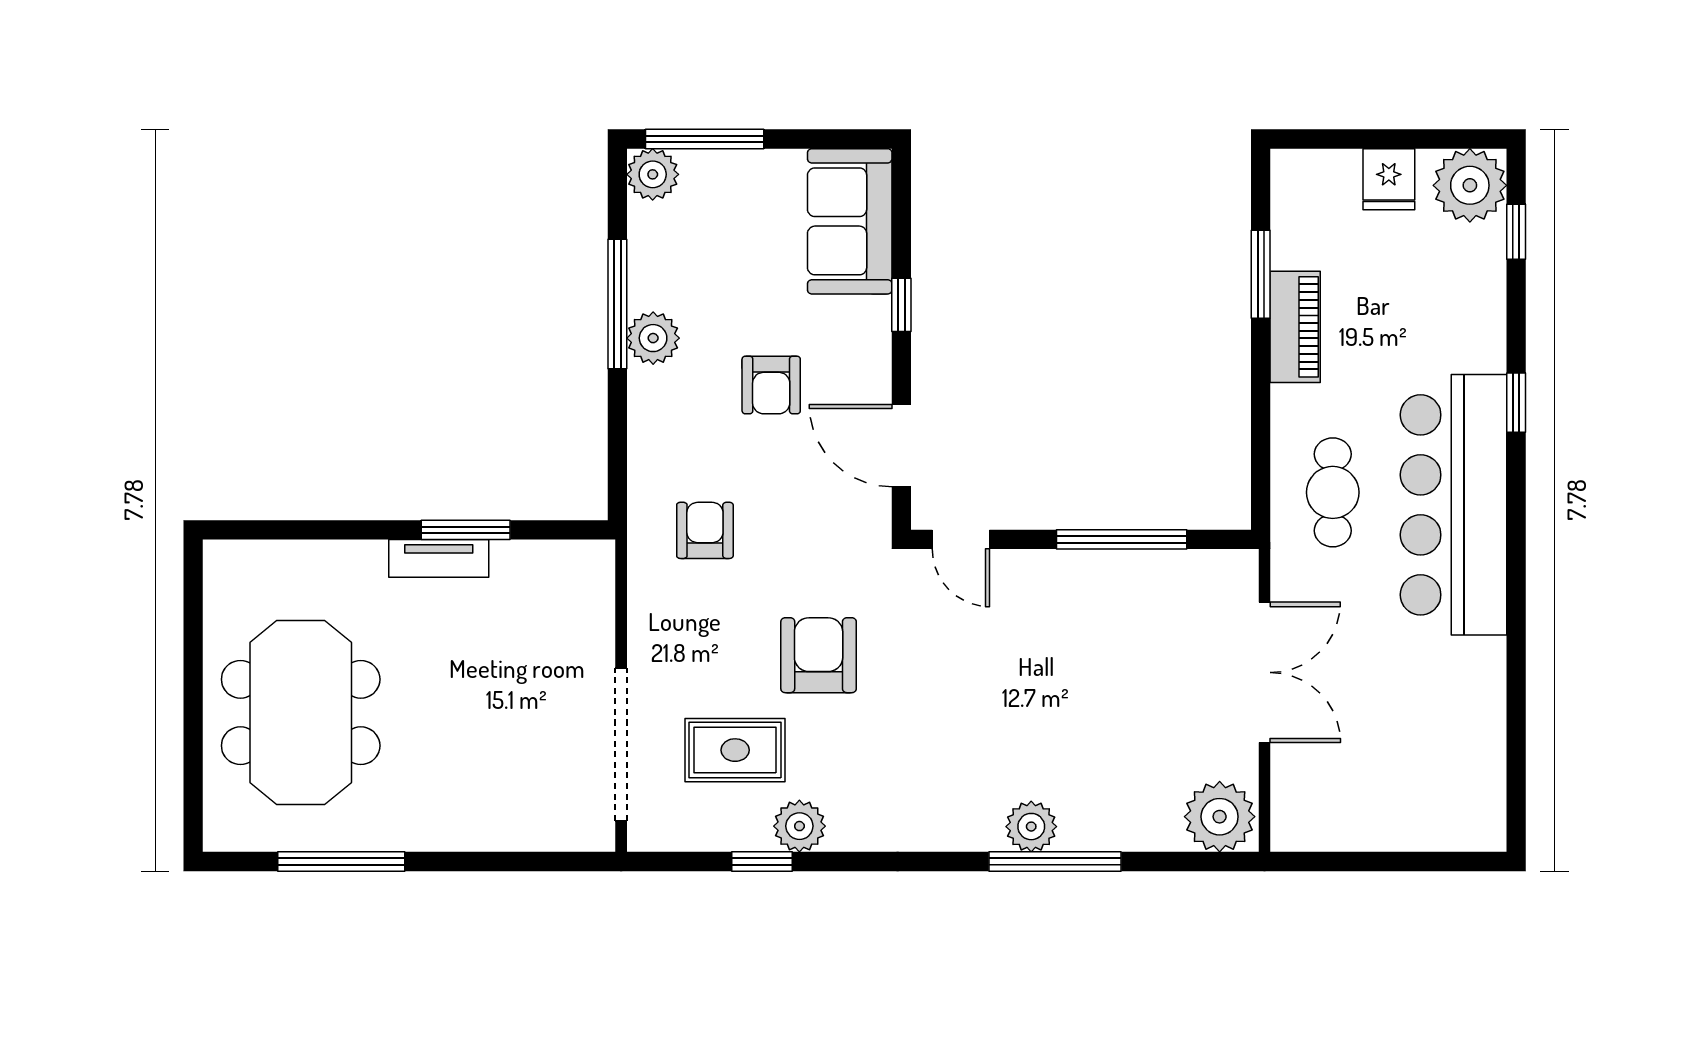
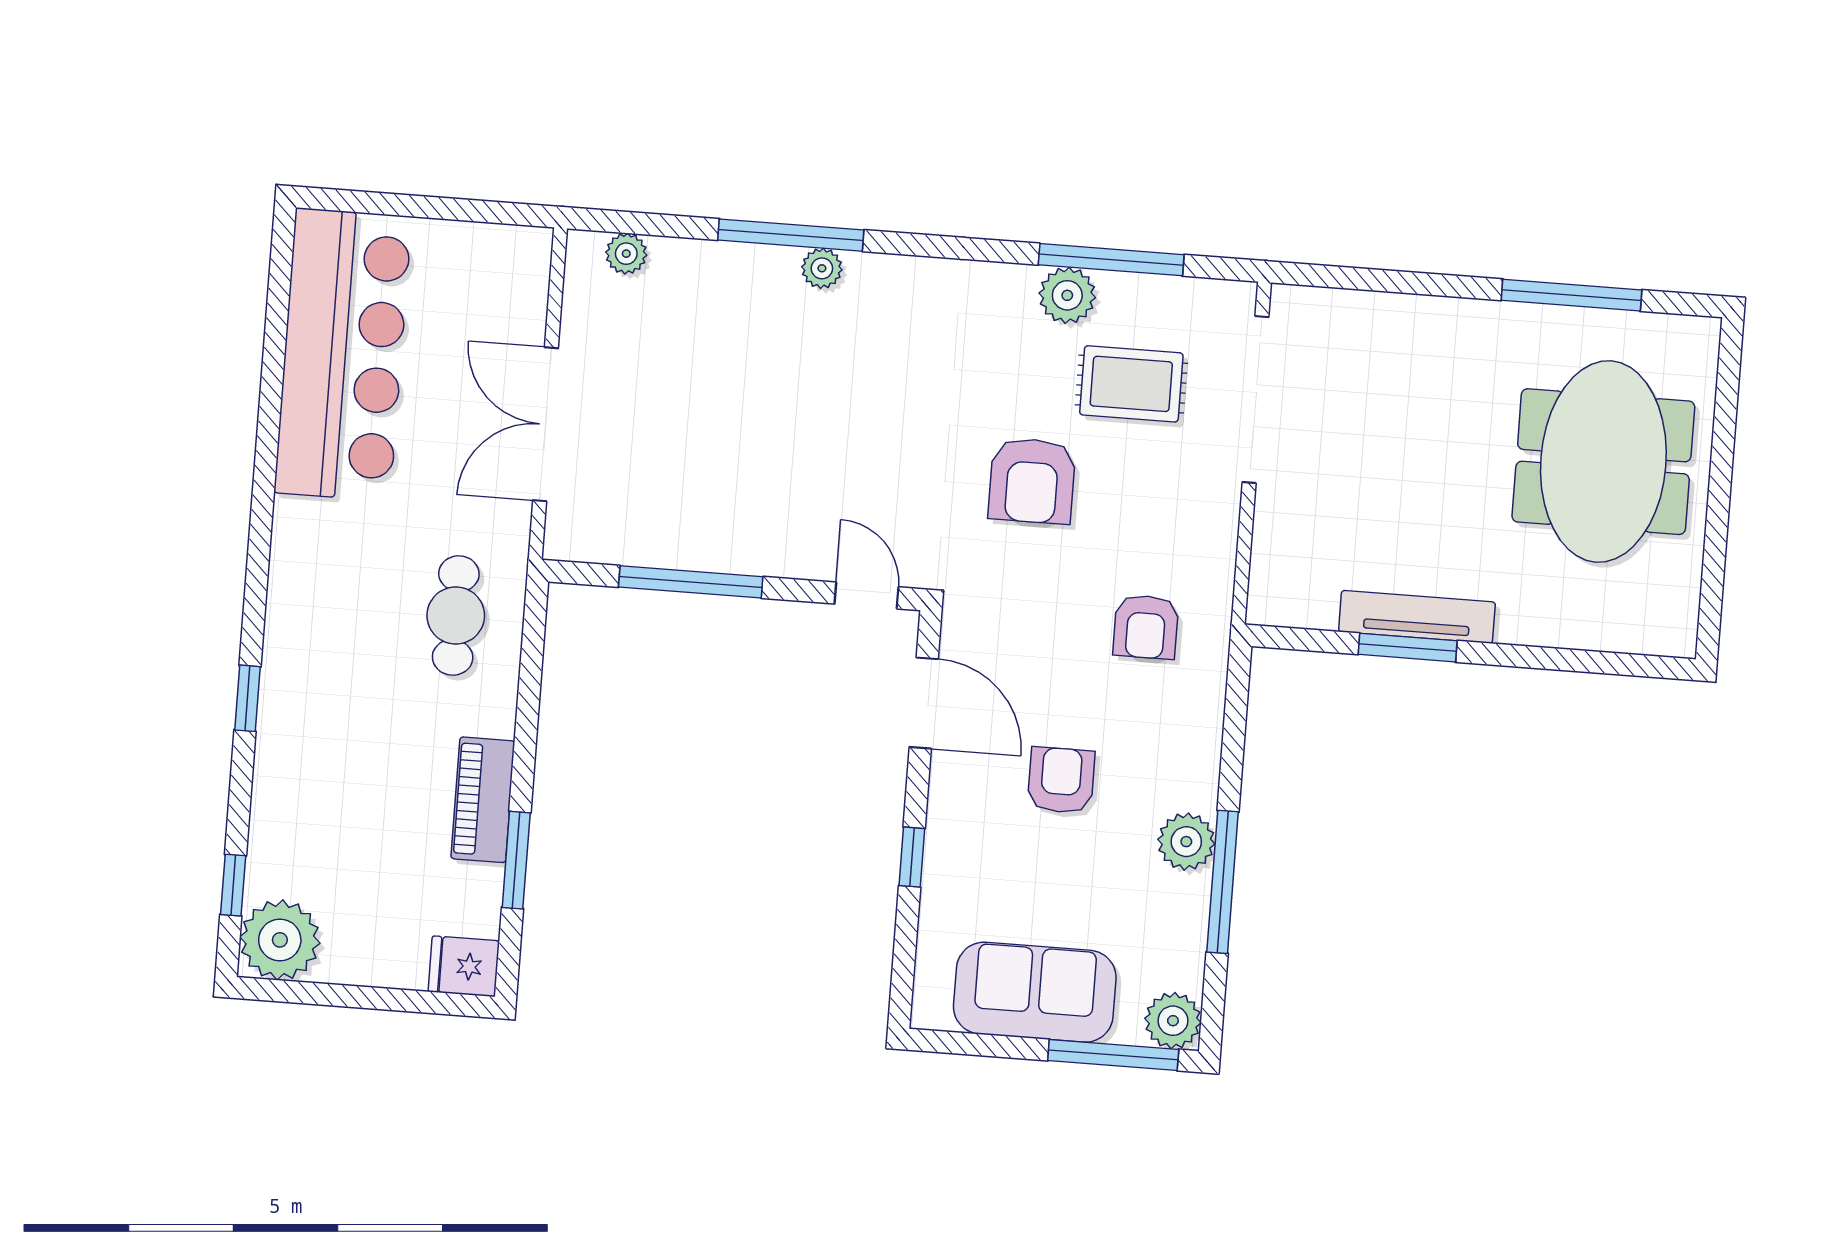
fridge: (1389, 179) -> (464, 966), moved, turned -90
sofa: (850, 221) -> (1035, 992), moved, turned -90
bar counter: (1453, 505) -> (343, 355), moved
tv unit: (439, 558) -> (1417, 617), width x1.41
plant: (1220, 817) -> (626, 254), width x0.53, depth x0.53
plant: (1031, 827) -> (822, 268), width x0.73, depth x0.73
window: (762, 861) -> (1111, 260), width x2.17

